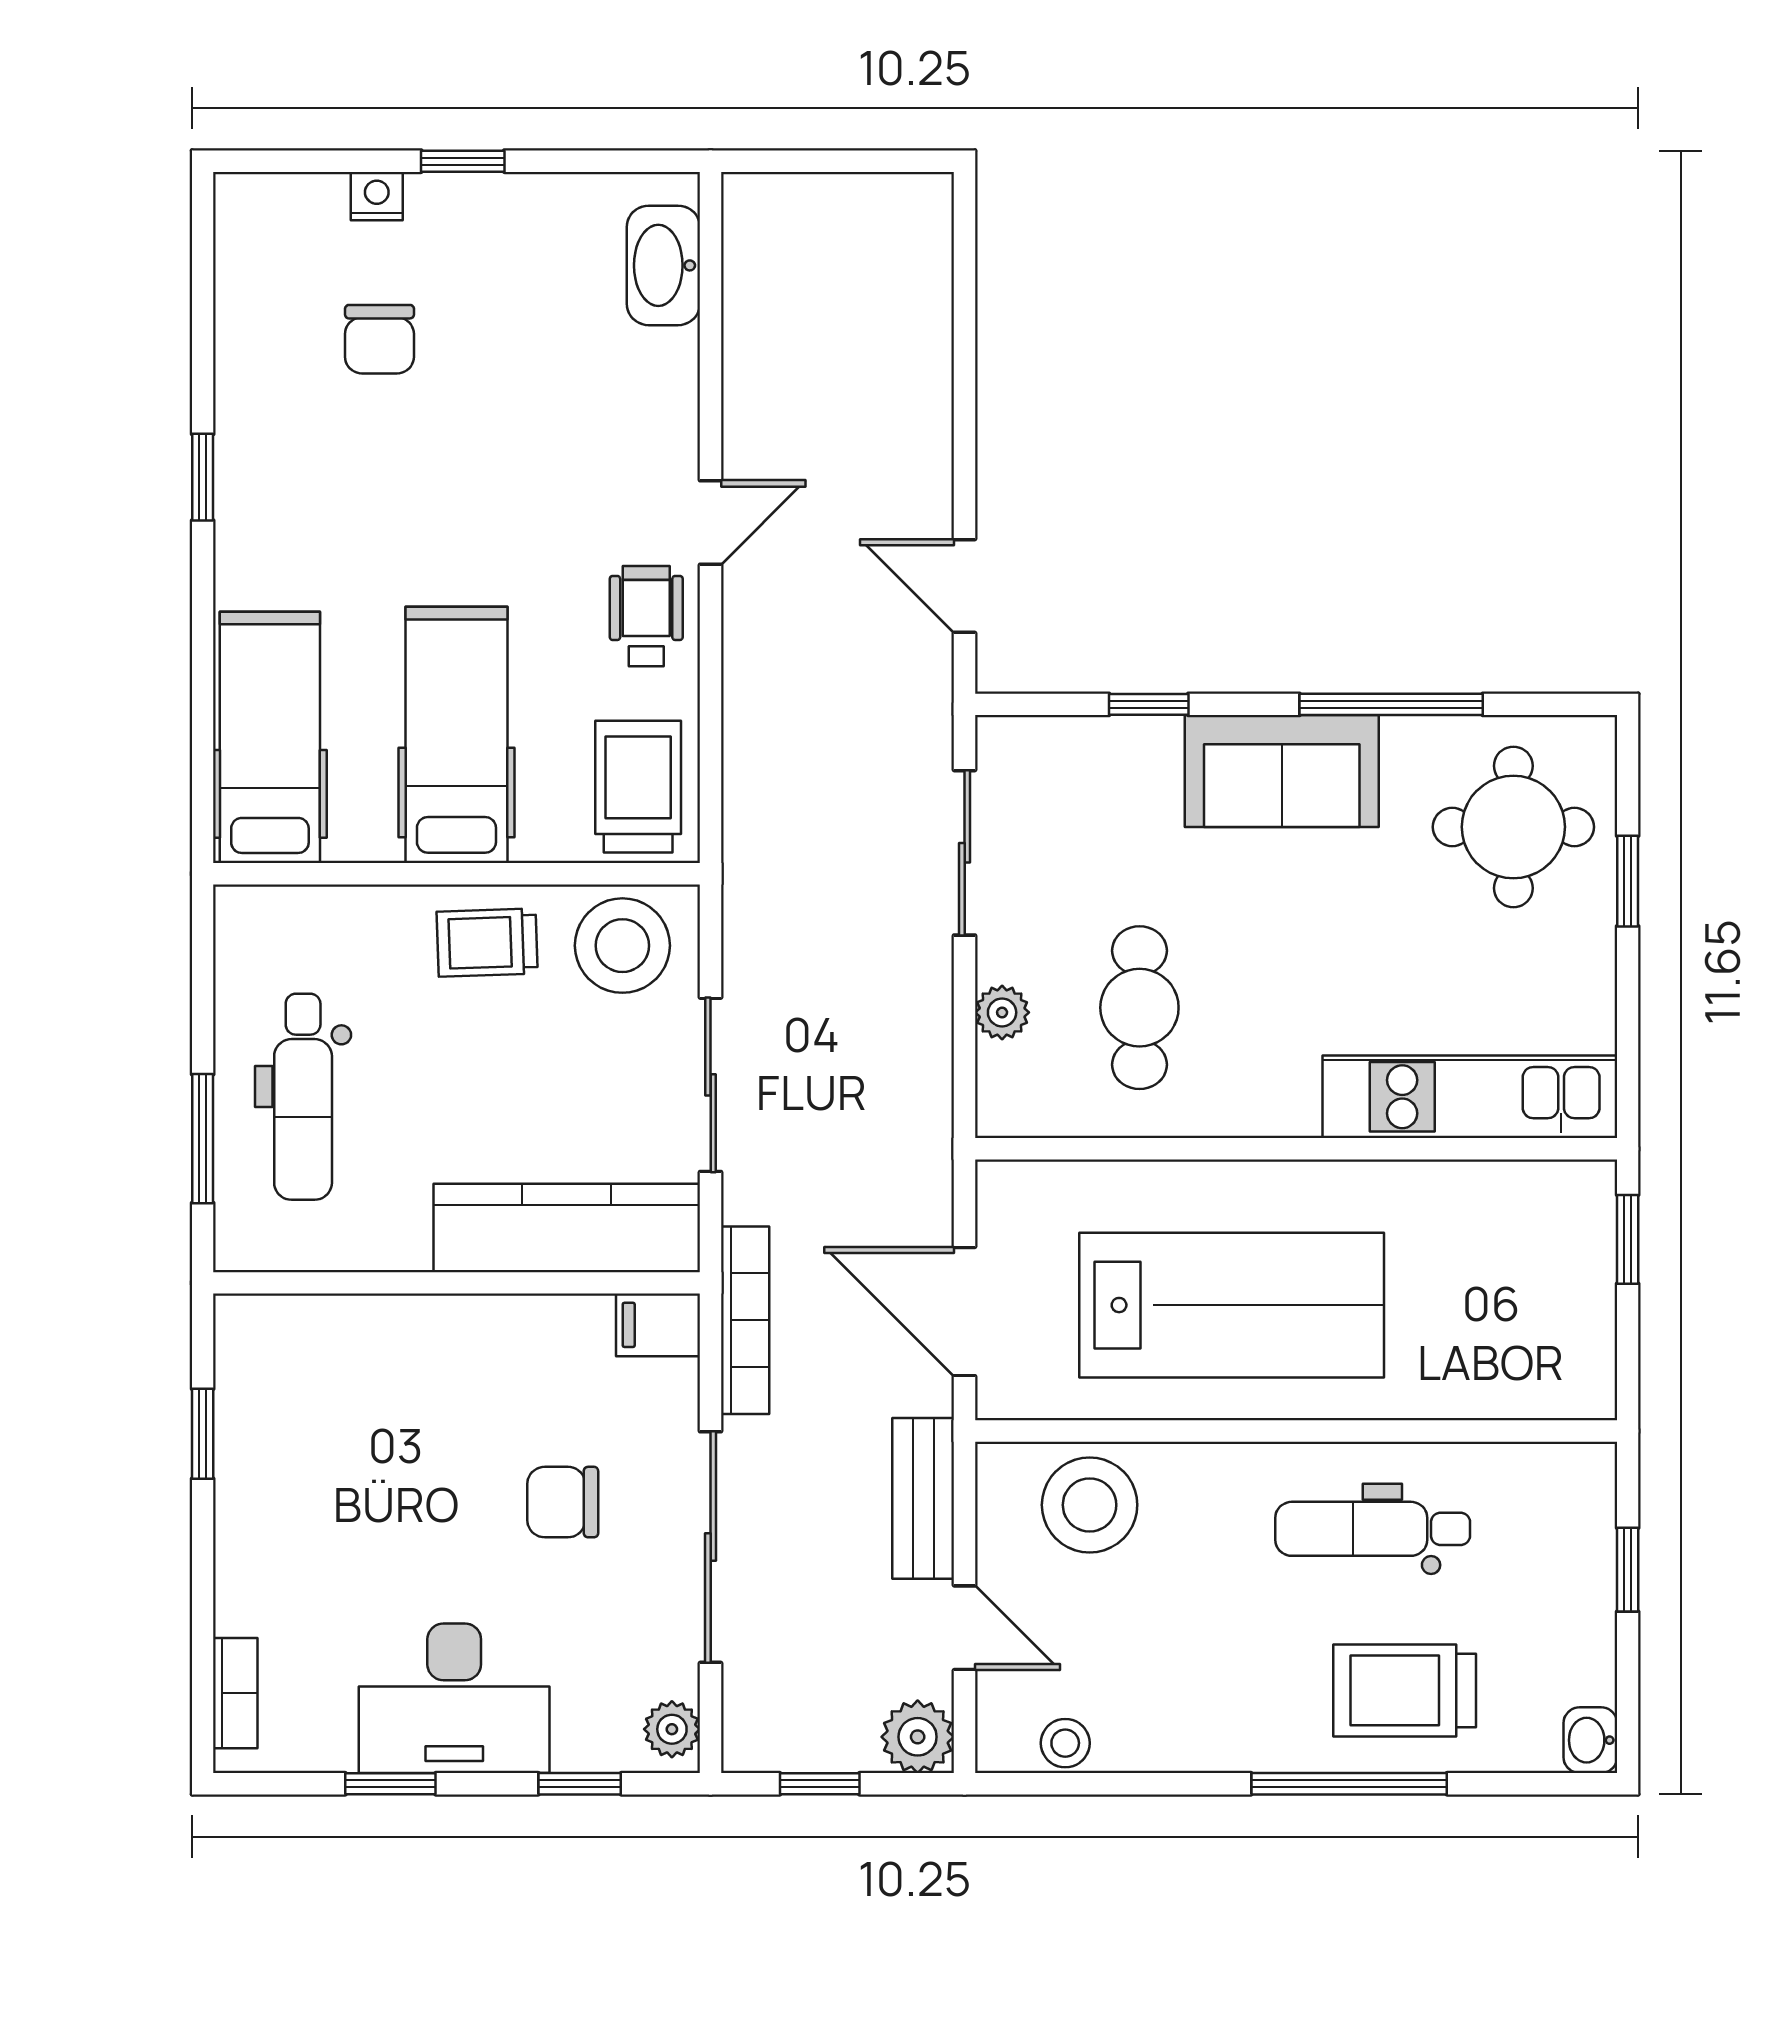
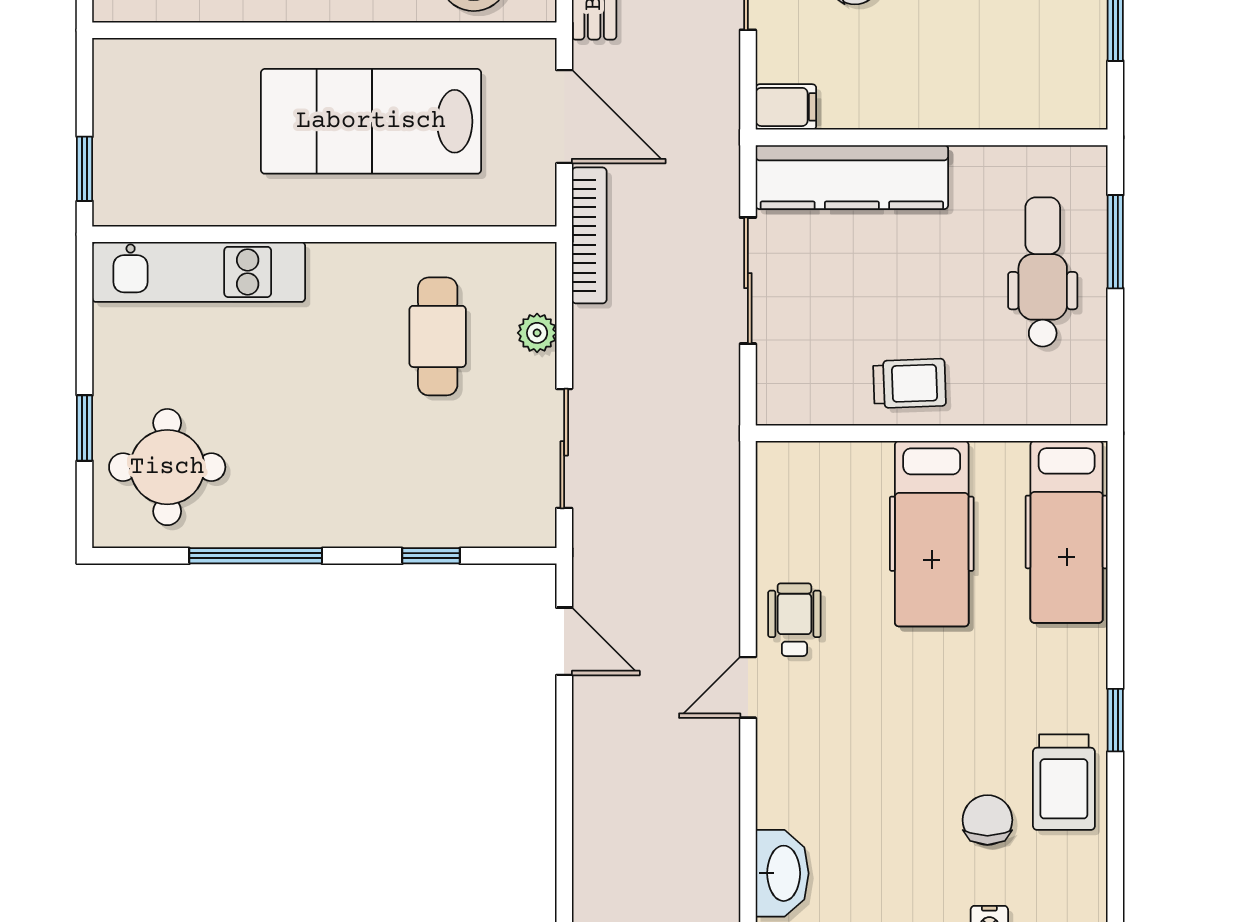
wheelchair: (646, 616) -> (794, 620), turned 180
sofa: (1282, 771) -> (335, 508), removed
trolley: (638, 787) -> (1064, 782), moved
stool: (622, 946) -> (812, 381), removed
bookcase: (745, 1320) -> (589, 235), moved, turned 180

